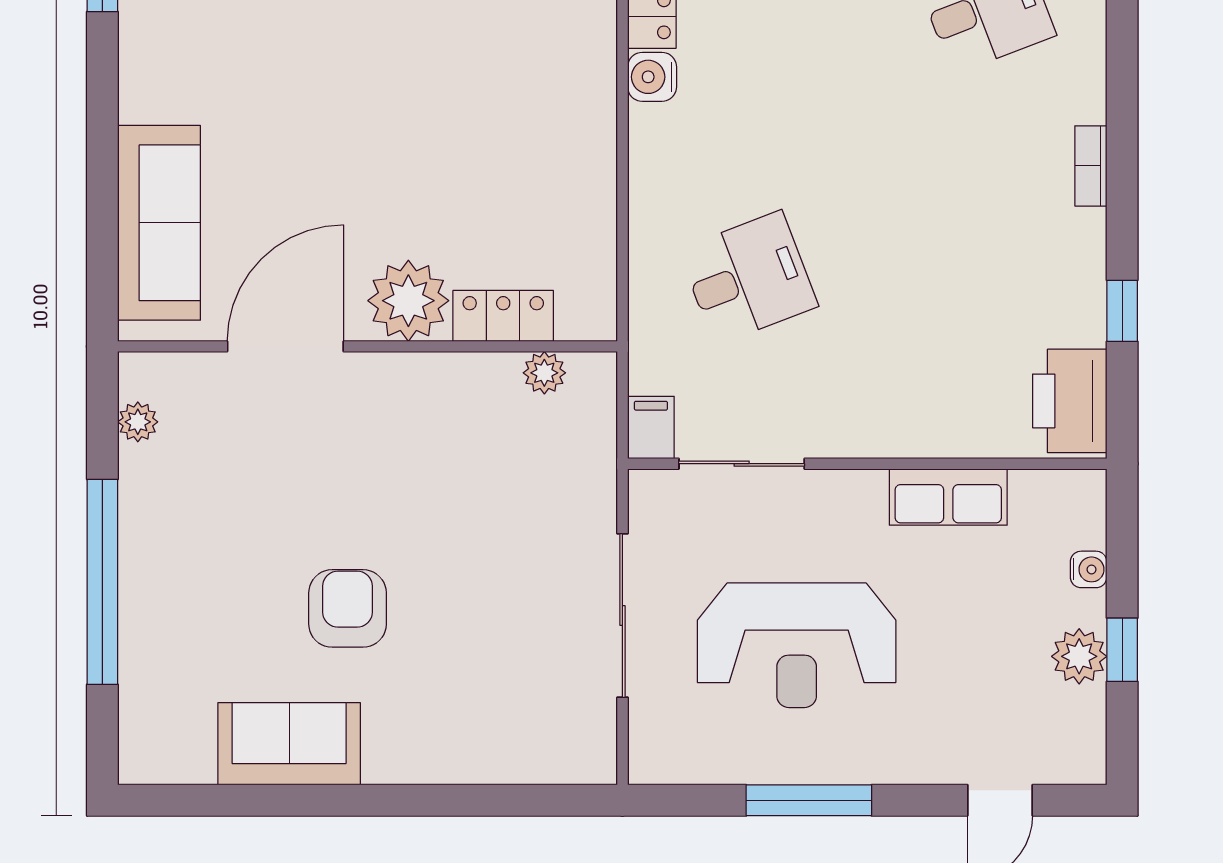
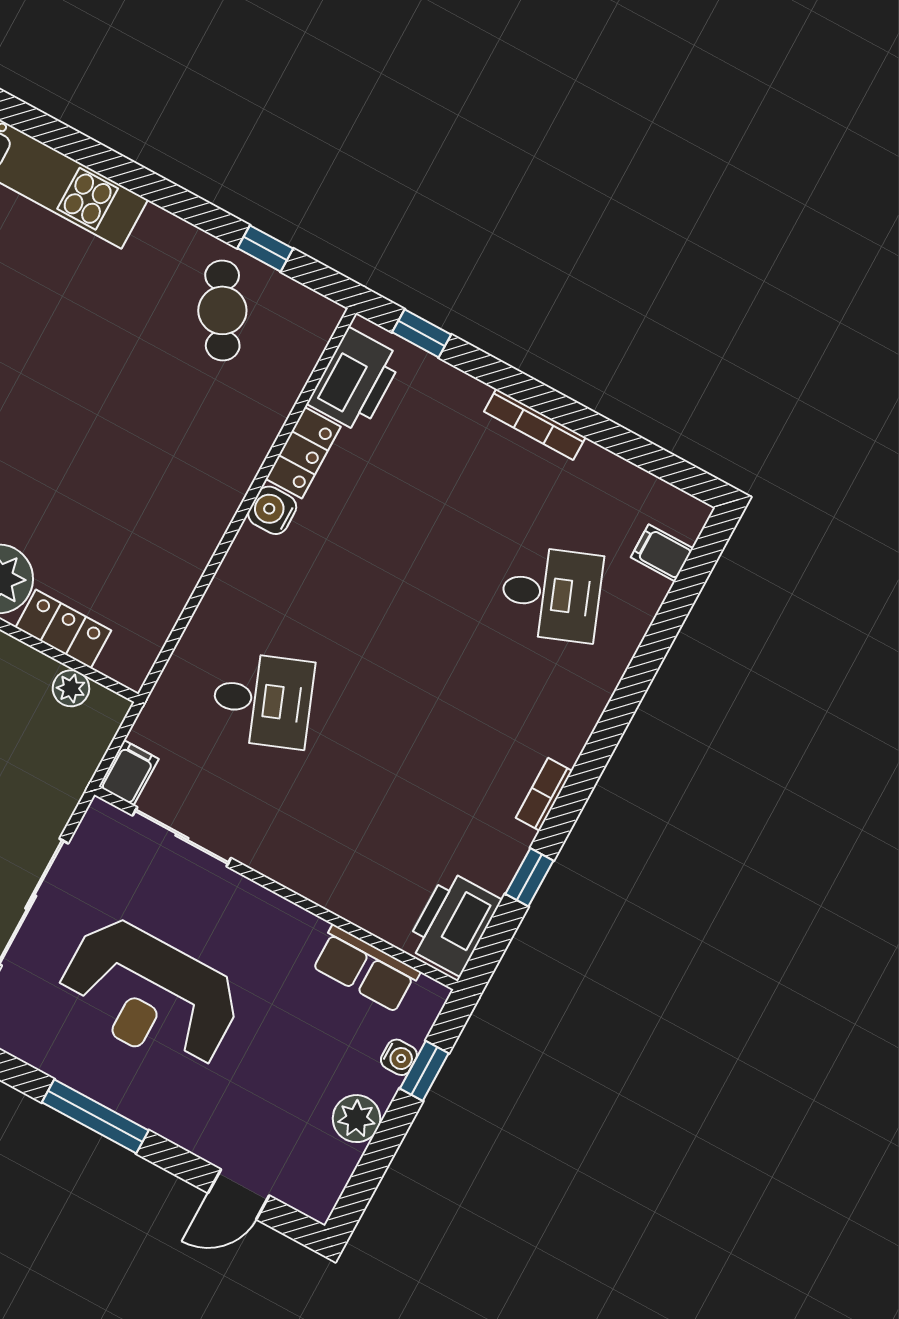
bookcase: (1091, 166) -> (544, 794), moved
row of seats: (948, 497) -> (366, 969), moved
window: (1122, 650) -> (424, 1071), moved

